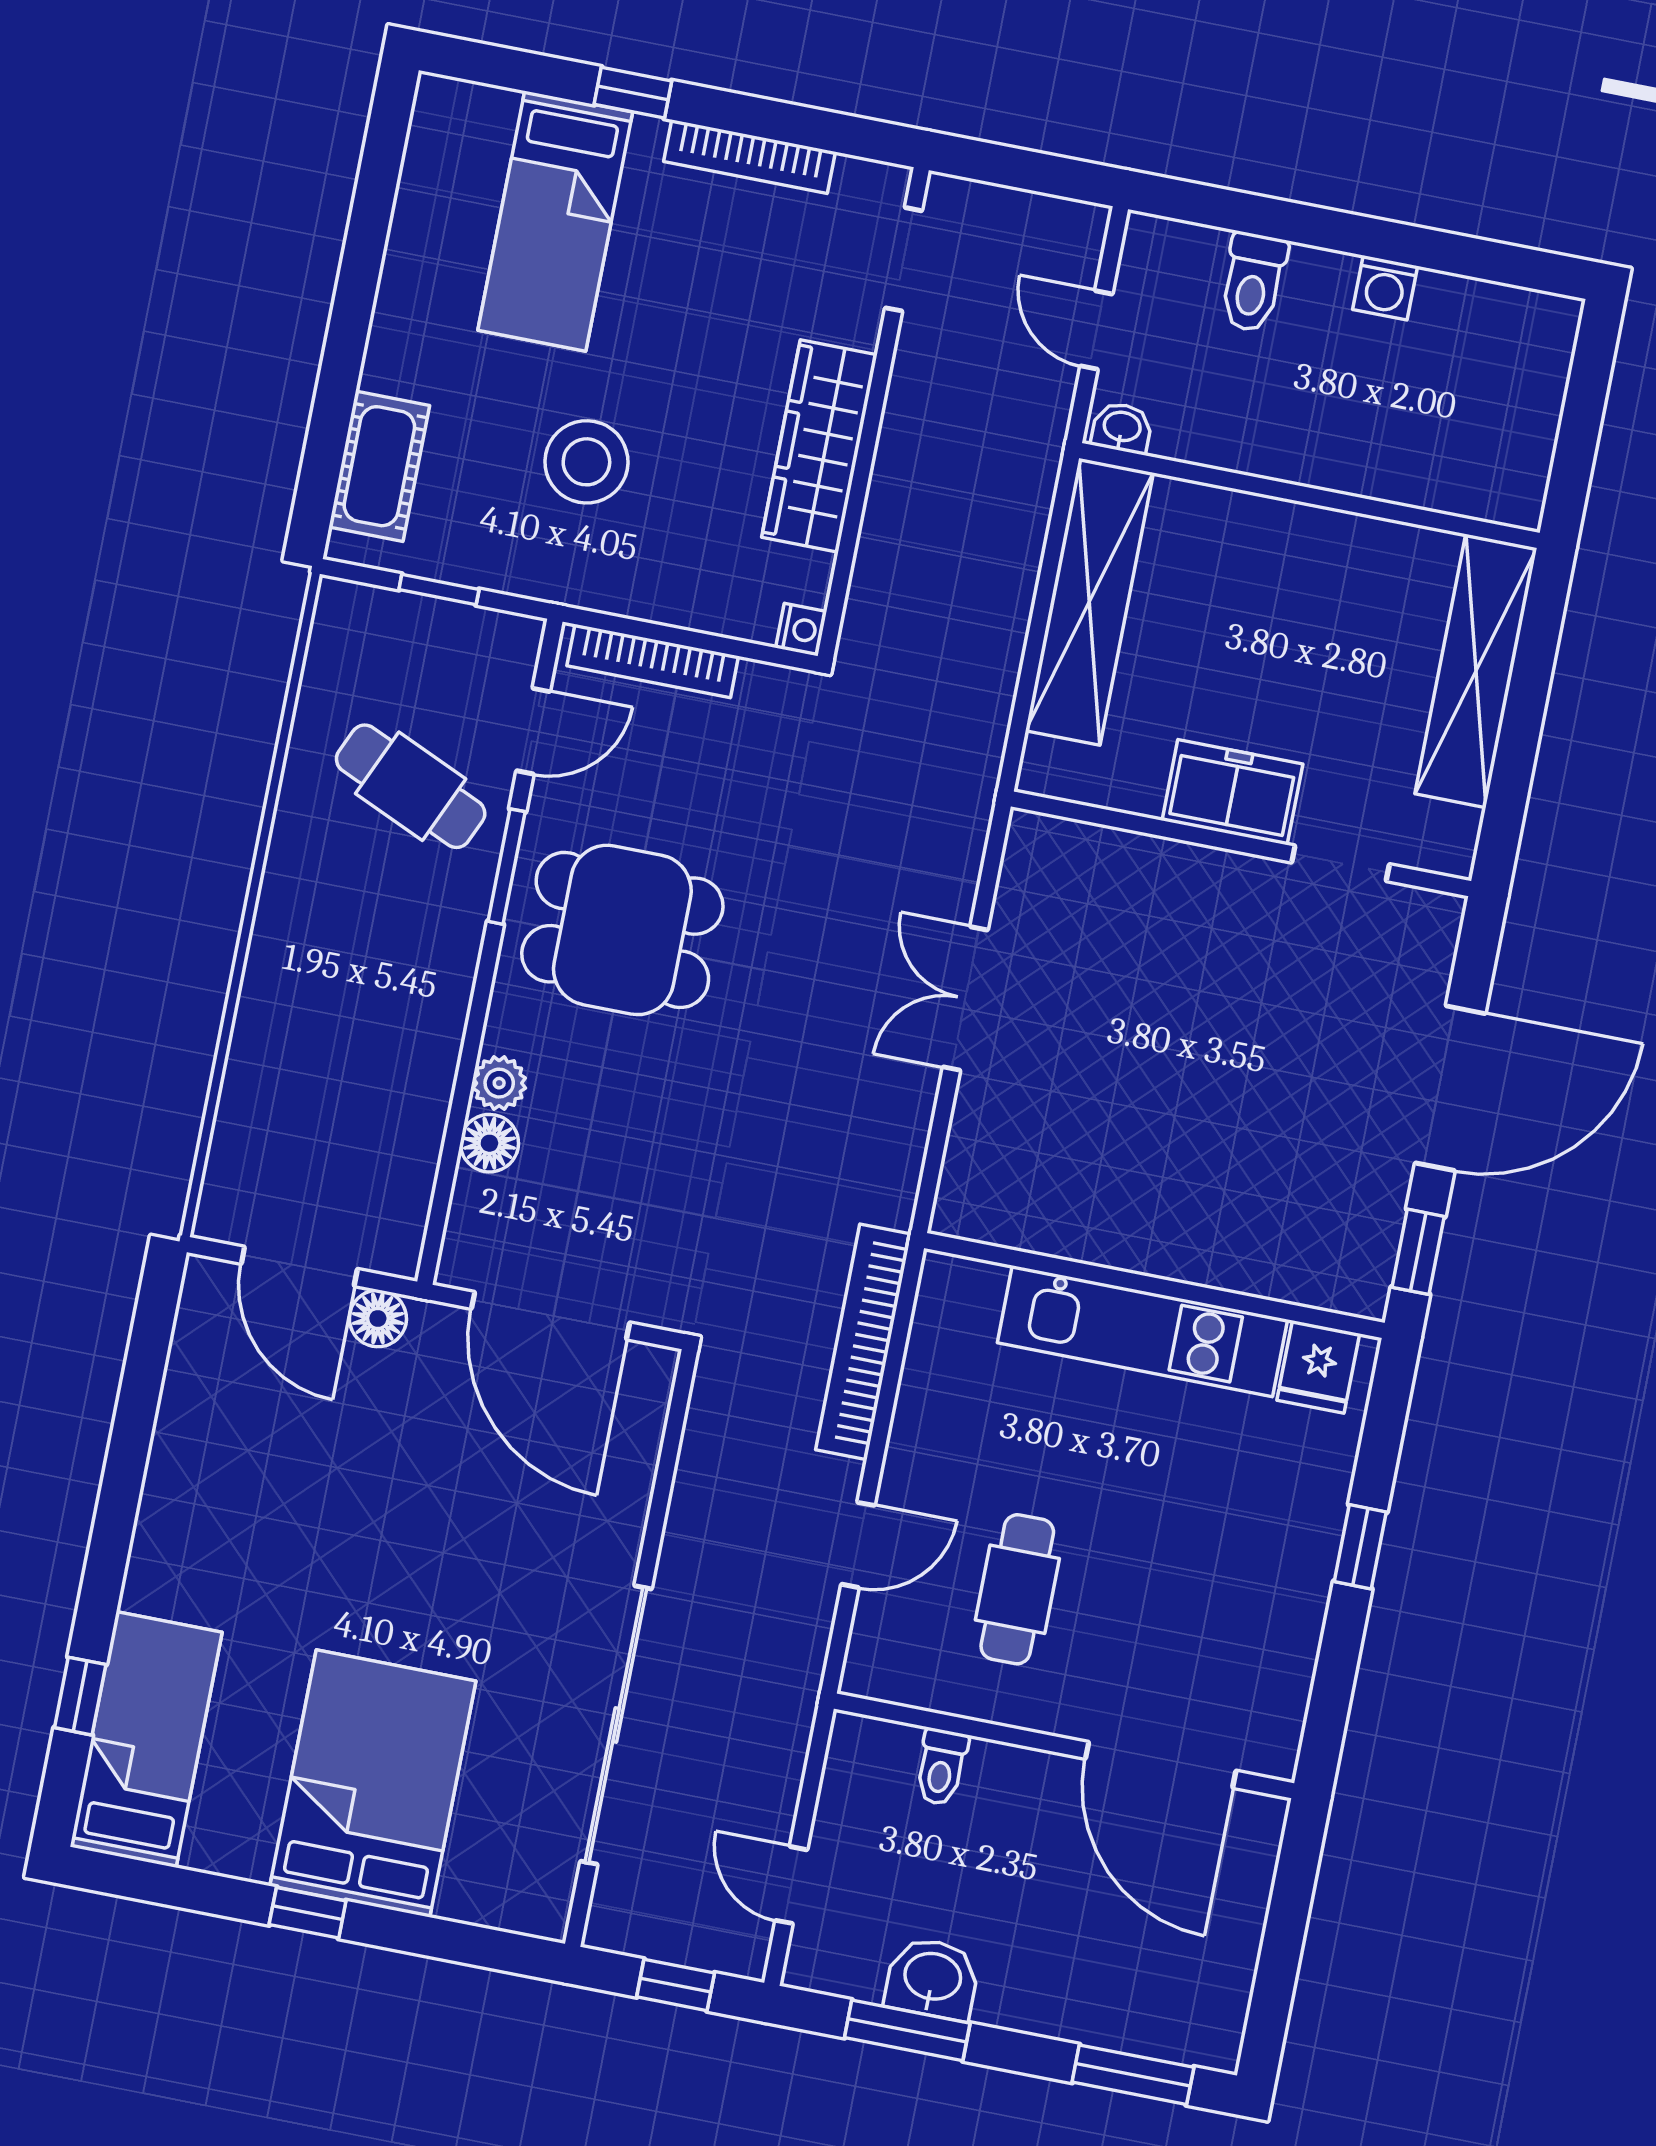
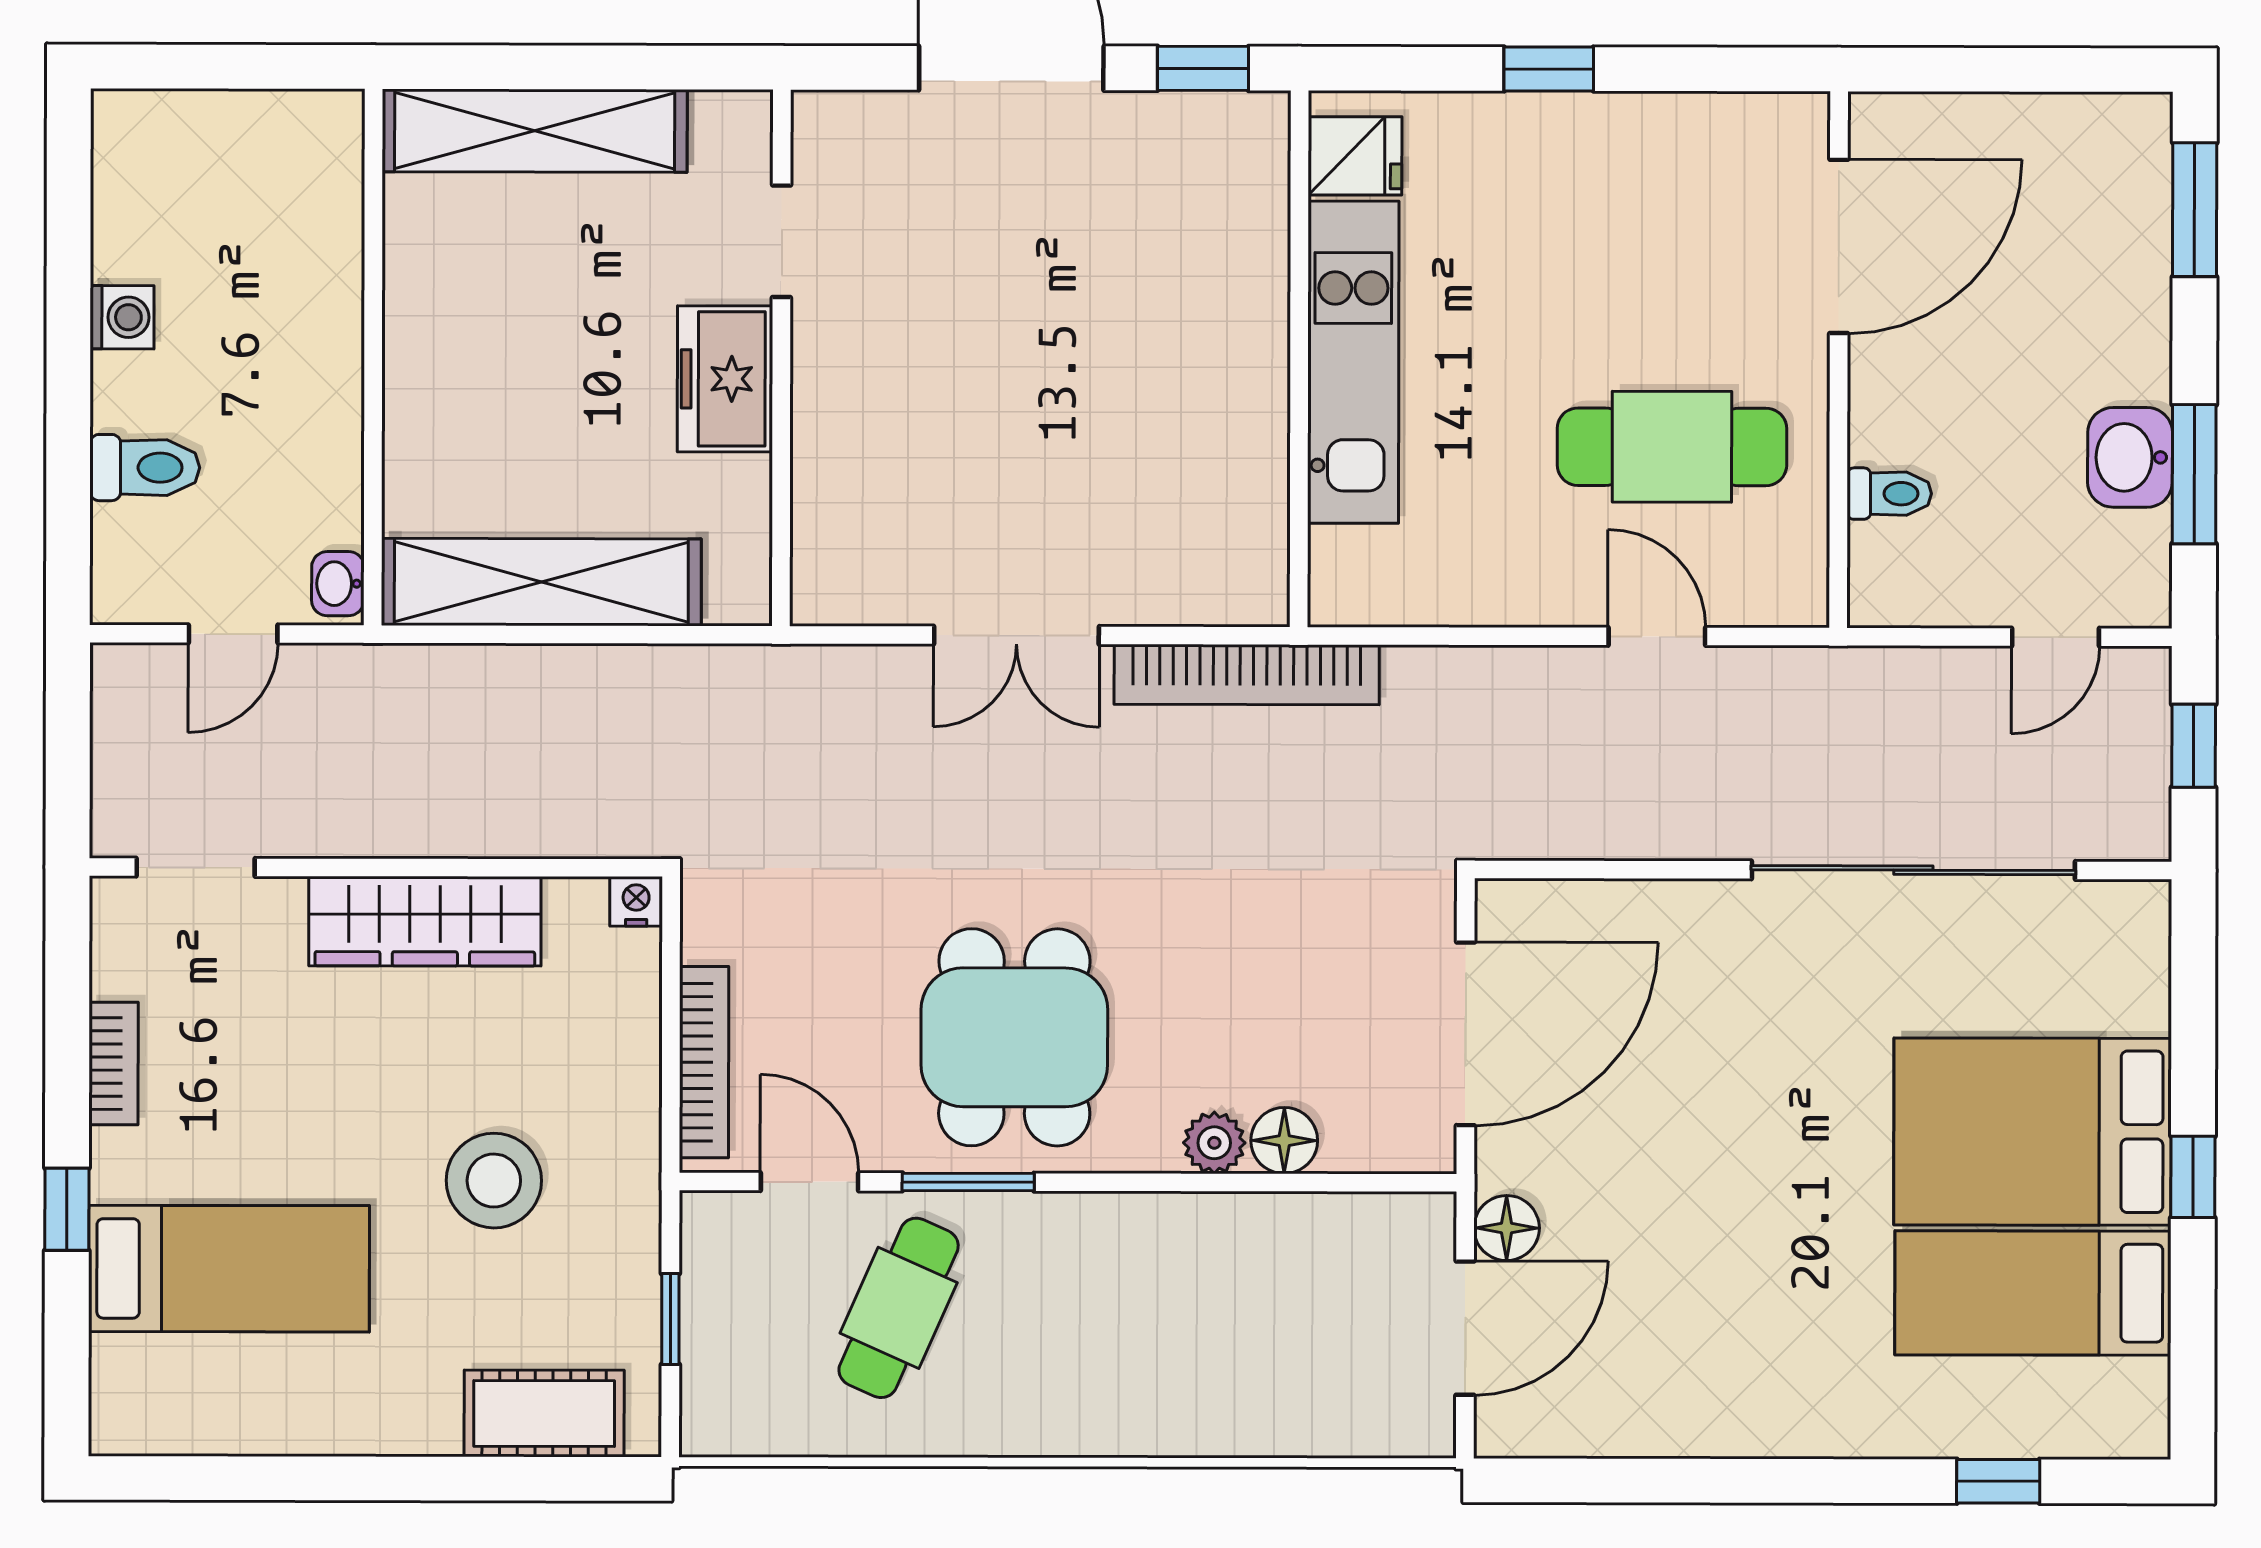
bookcase: (750, 157) -> (114, 1063), width x0.64
bookcase: (863, 1342) -> (1247, 675), moved
cafe table: (1017, 1589) -> (1672, 447), width x1.37, depth x1.35
bed: (146, 1739) -> (2033, 1293), moved

